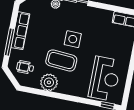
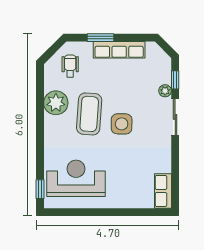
window: (9, 42) -> (100, 38), width x0.69
reception desk: (105, 79) -> (76, 178), turned 180

